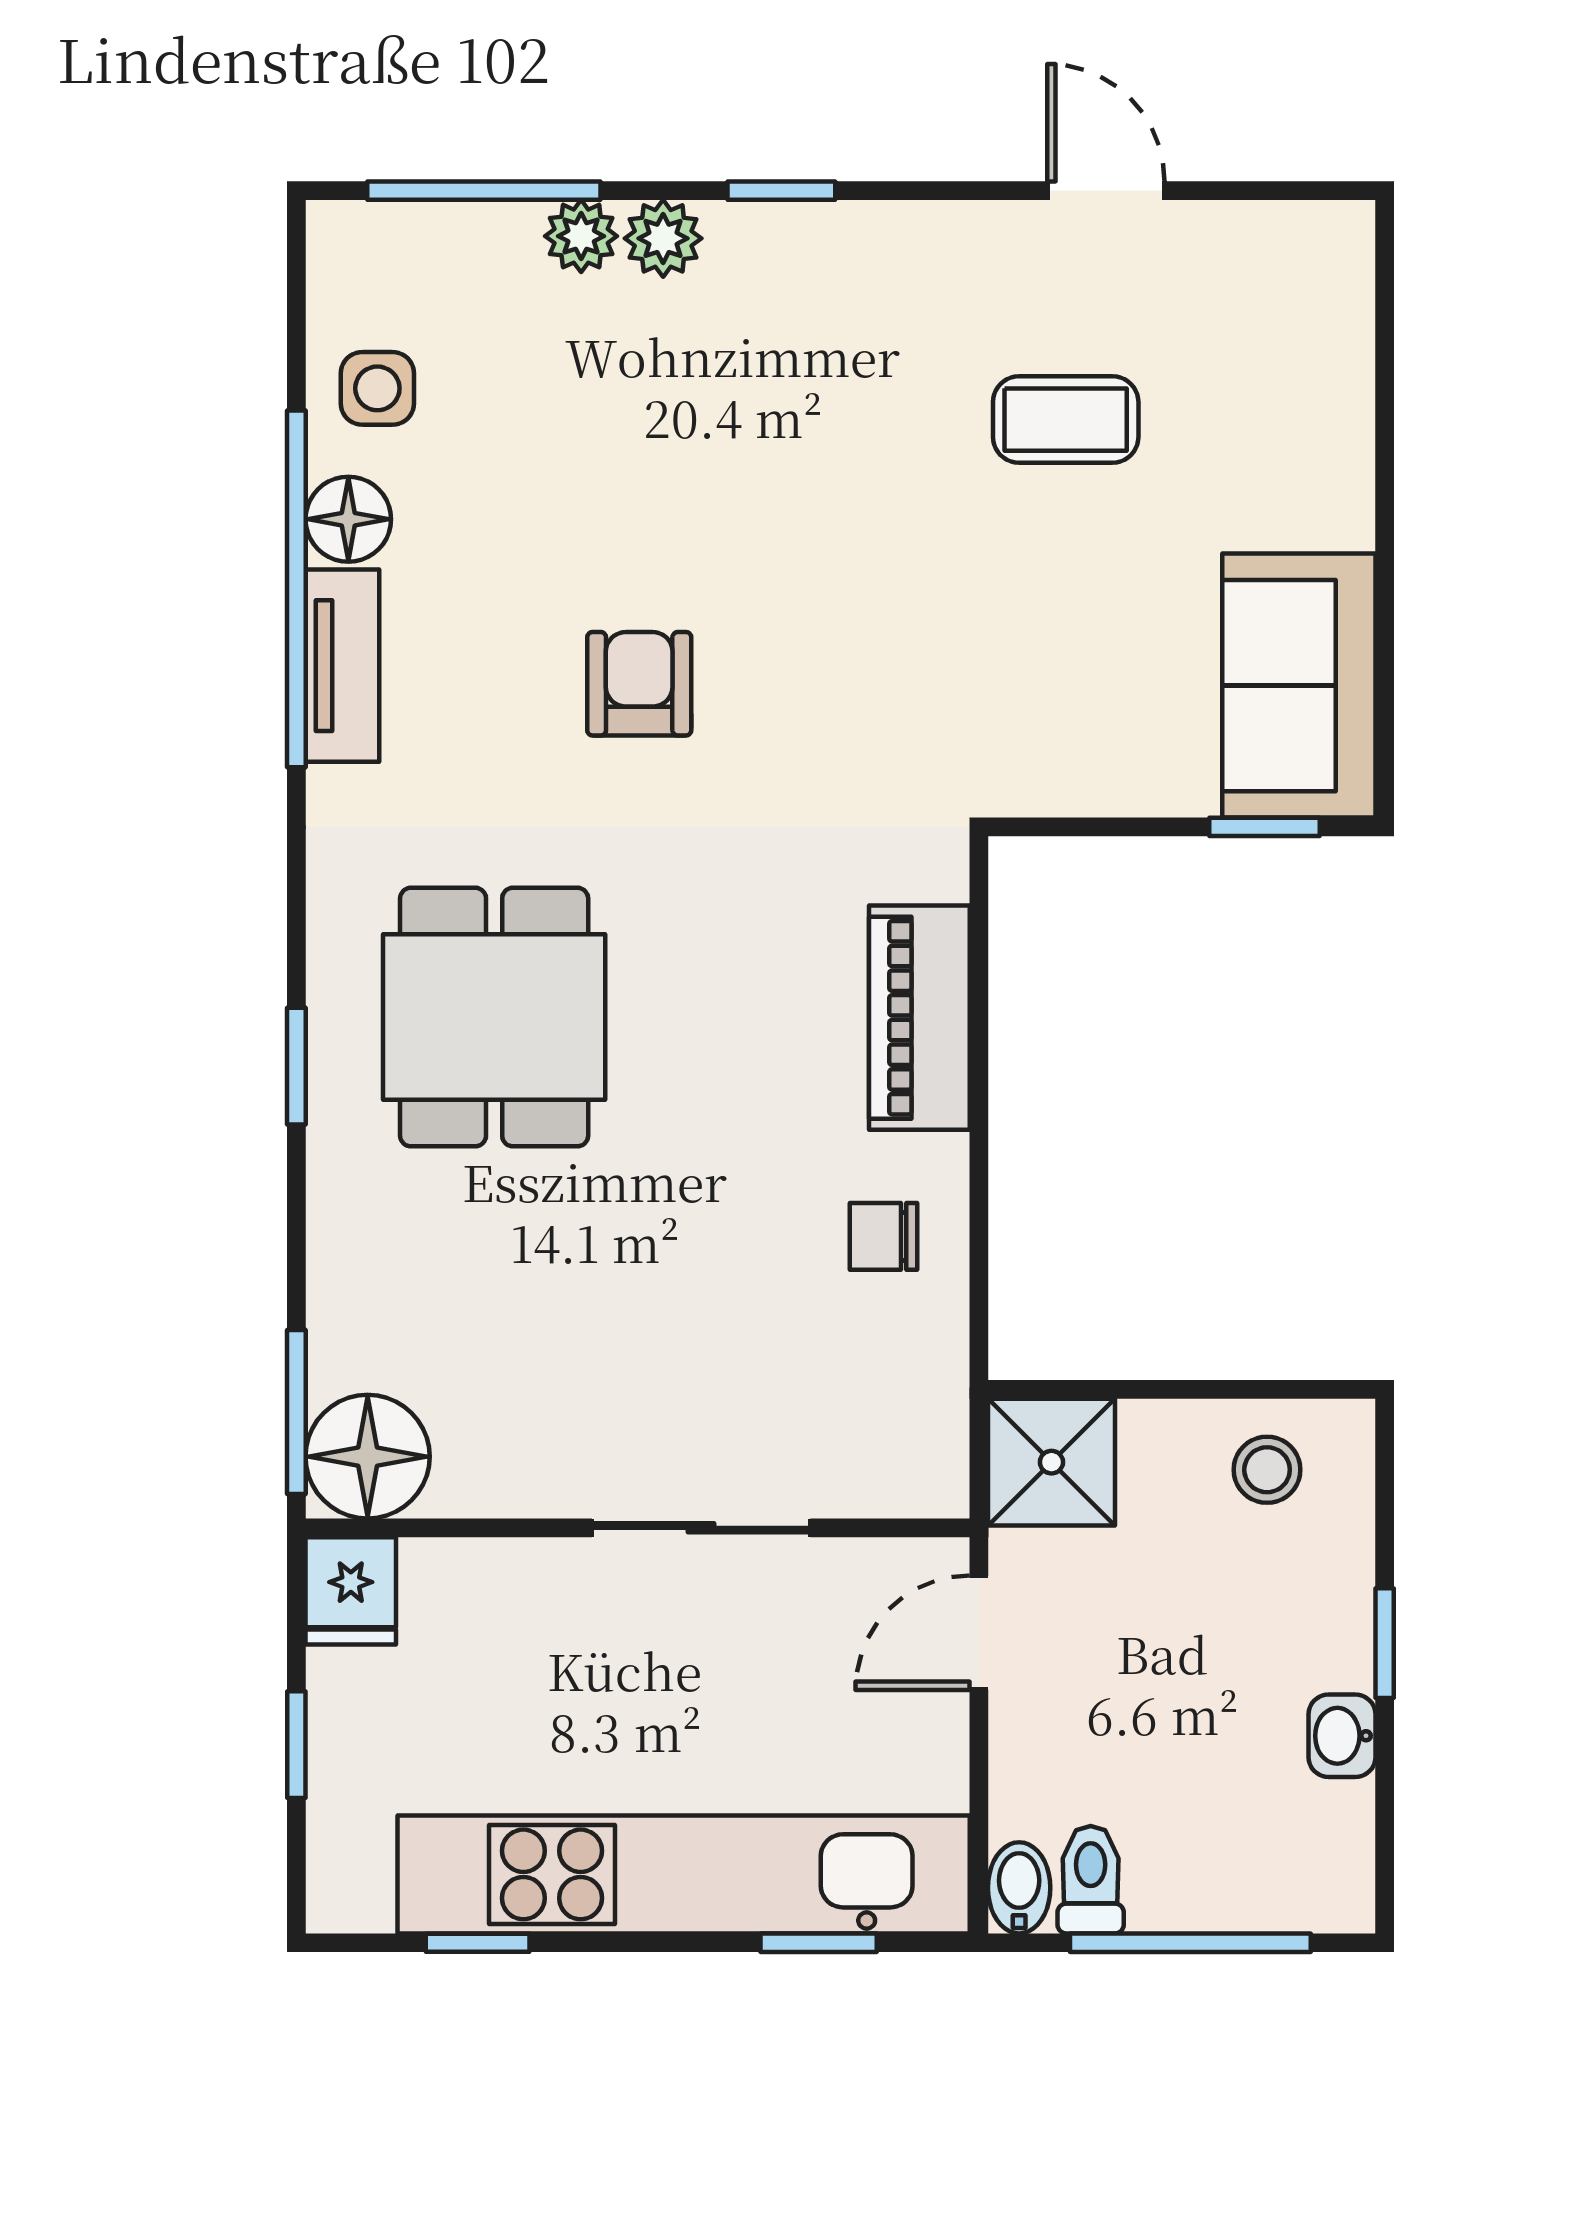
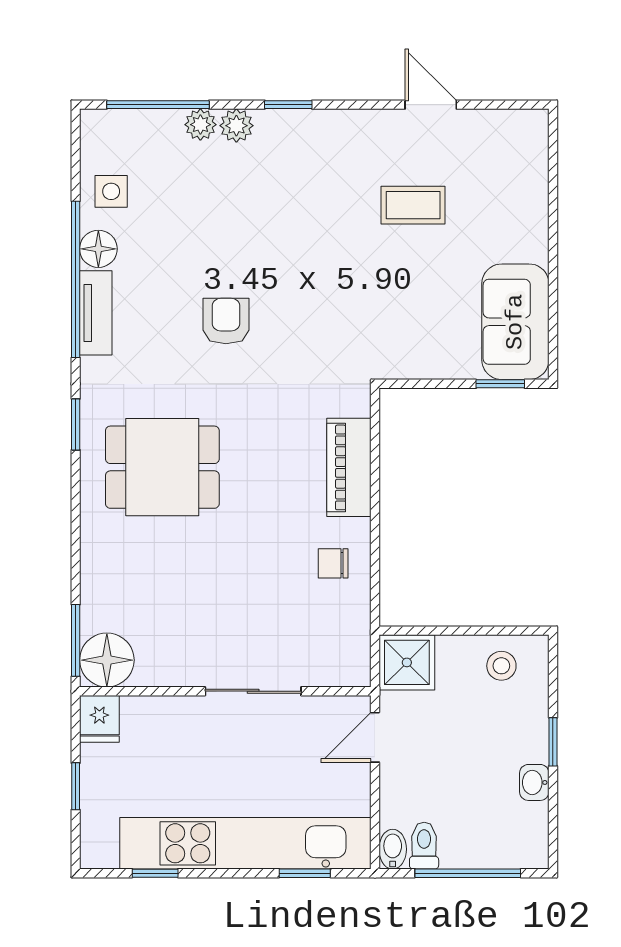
dining table: (494, 1017) -> (162, 467), turned 90
window: (296, 1066) -> (76, 424), moved

